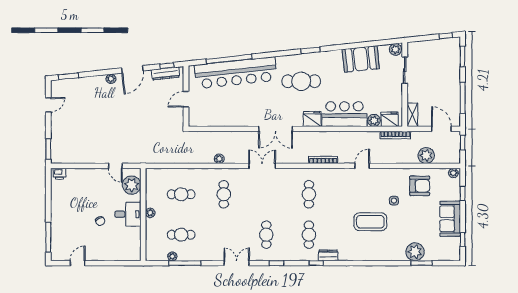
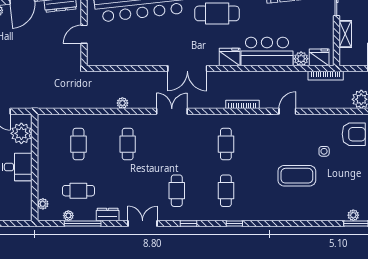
shelving: (412, 115) -> (345, 34), moved
cafe table: (181, 194) -> (78, 144), turned 90
plant: (150, 213) -> (43, 204), moved
plant: (415, 252) -> (353, 215), width x0.53, depth x0.53
dresser: (328, 255) -> (108, 214), moved

